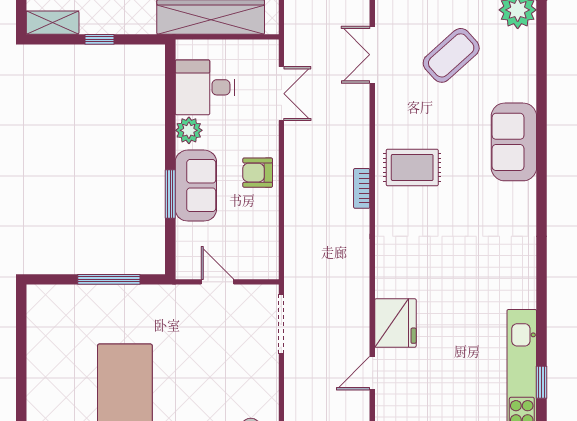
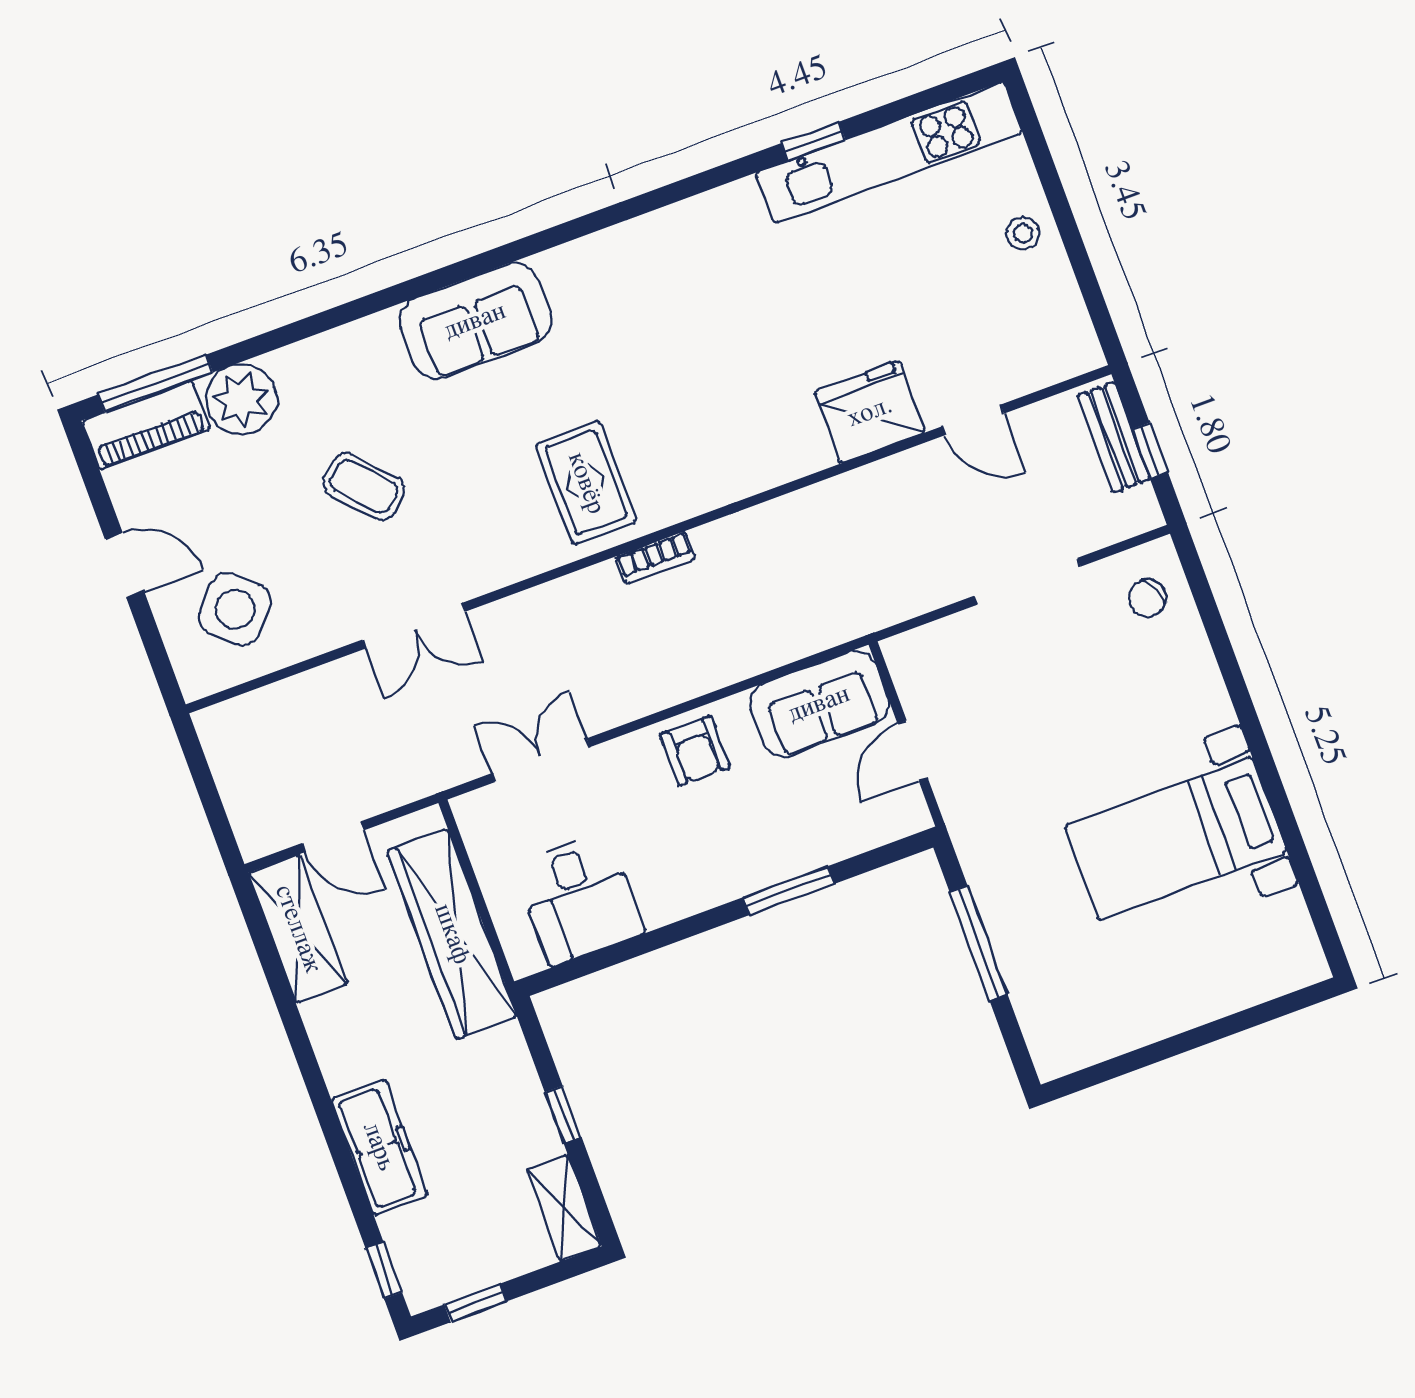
coffee table: (451, 55) -> (364, 487), width x0.73, depth x0.77
plant: (189, 130) -> (665, 899), removed
sofa: (196, 186) -> (819, 704), moved, turned 180
doorway: (281, 324) -> (1027, 581), moved
window: (541, 382) -> (813, 141), moved

